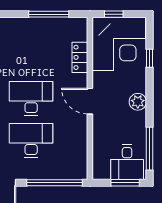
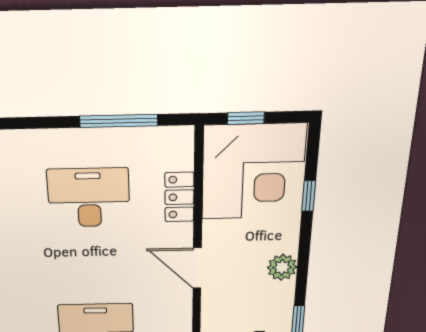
desk: (31, 98) -> (89, 198), moved

